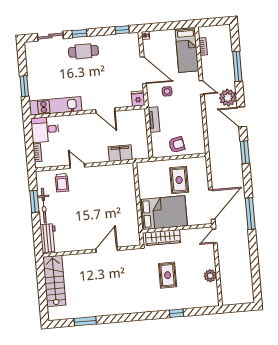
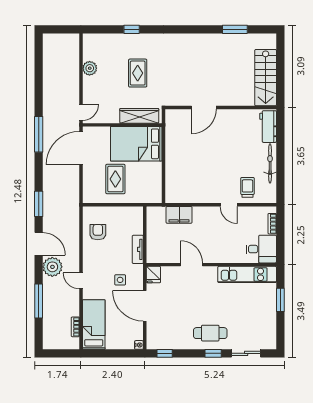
armchair: (177, 145) -> (98, 232), moved, turned 101
window: (34, 201) -> (280, 169), removed

